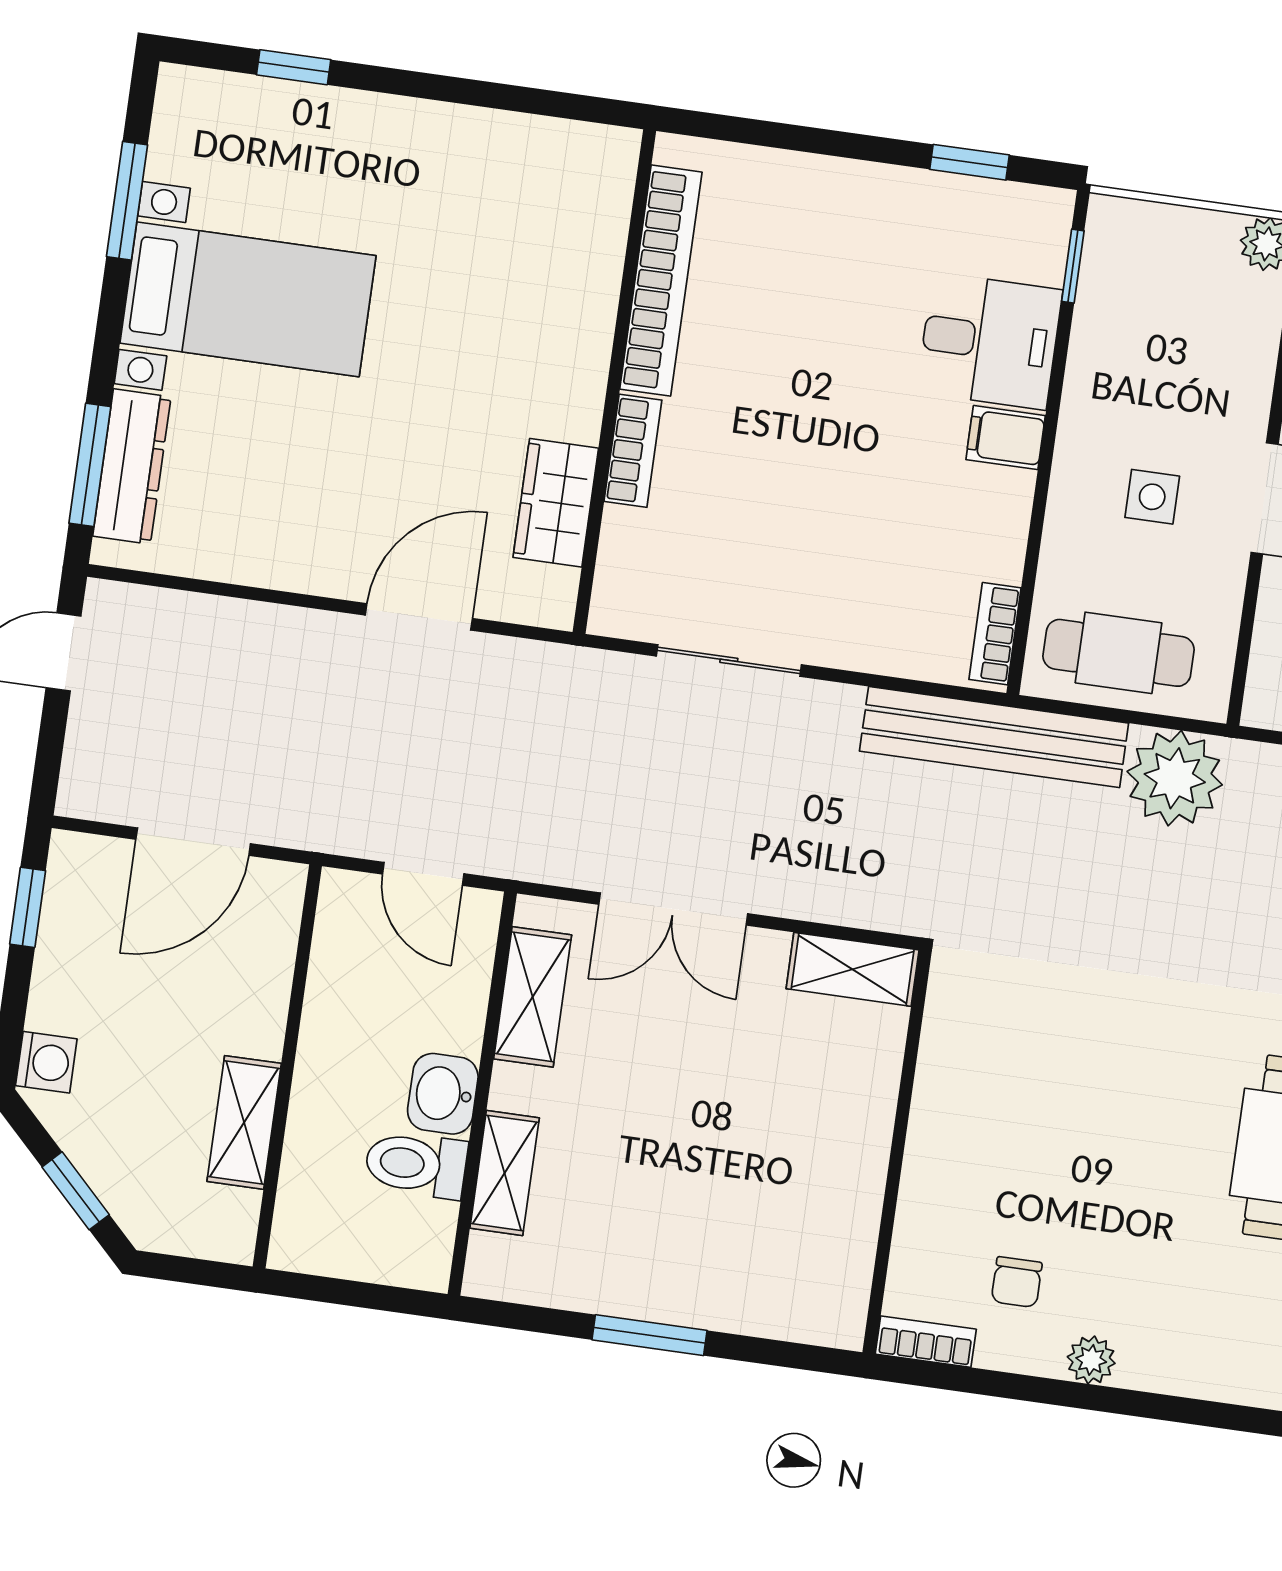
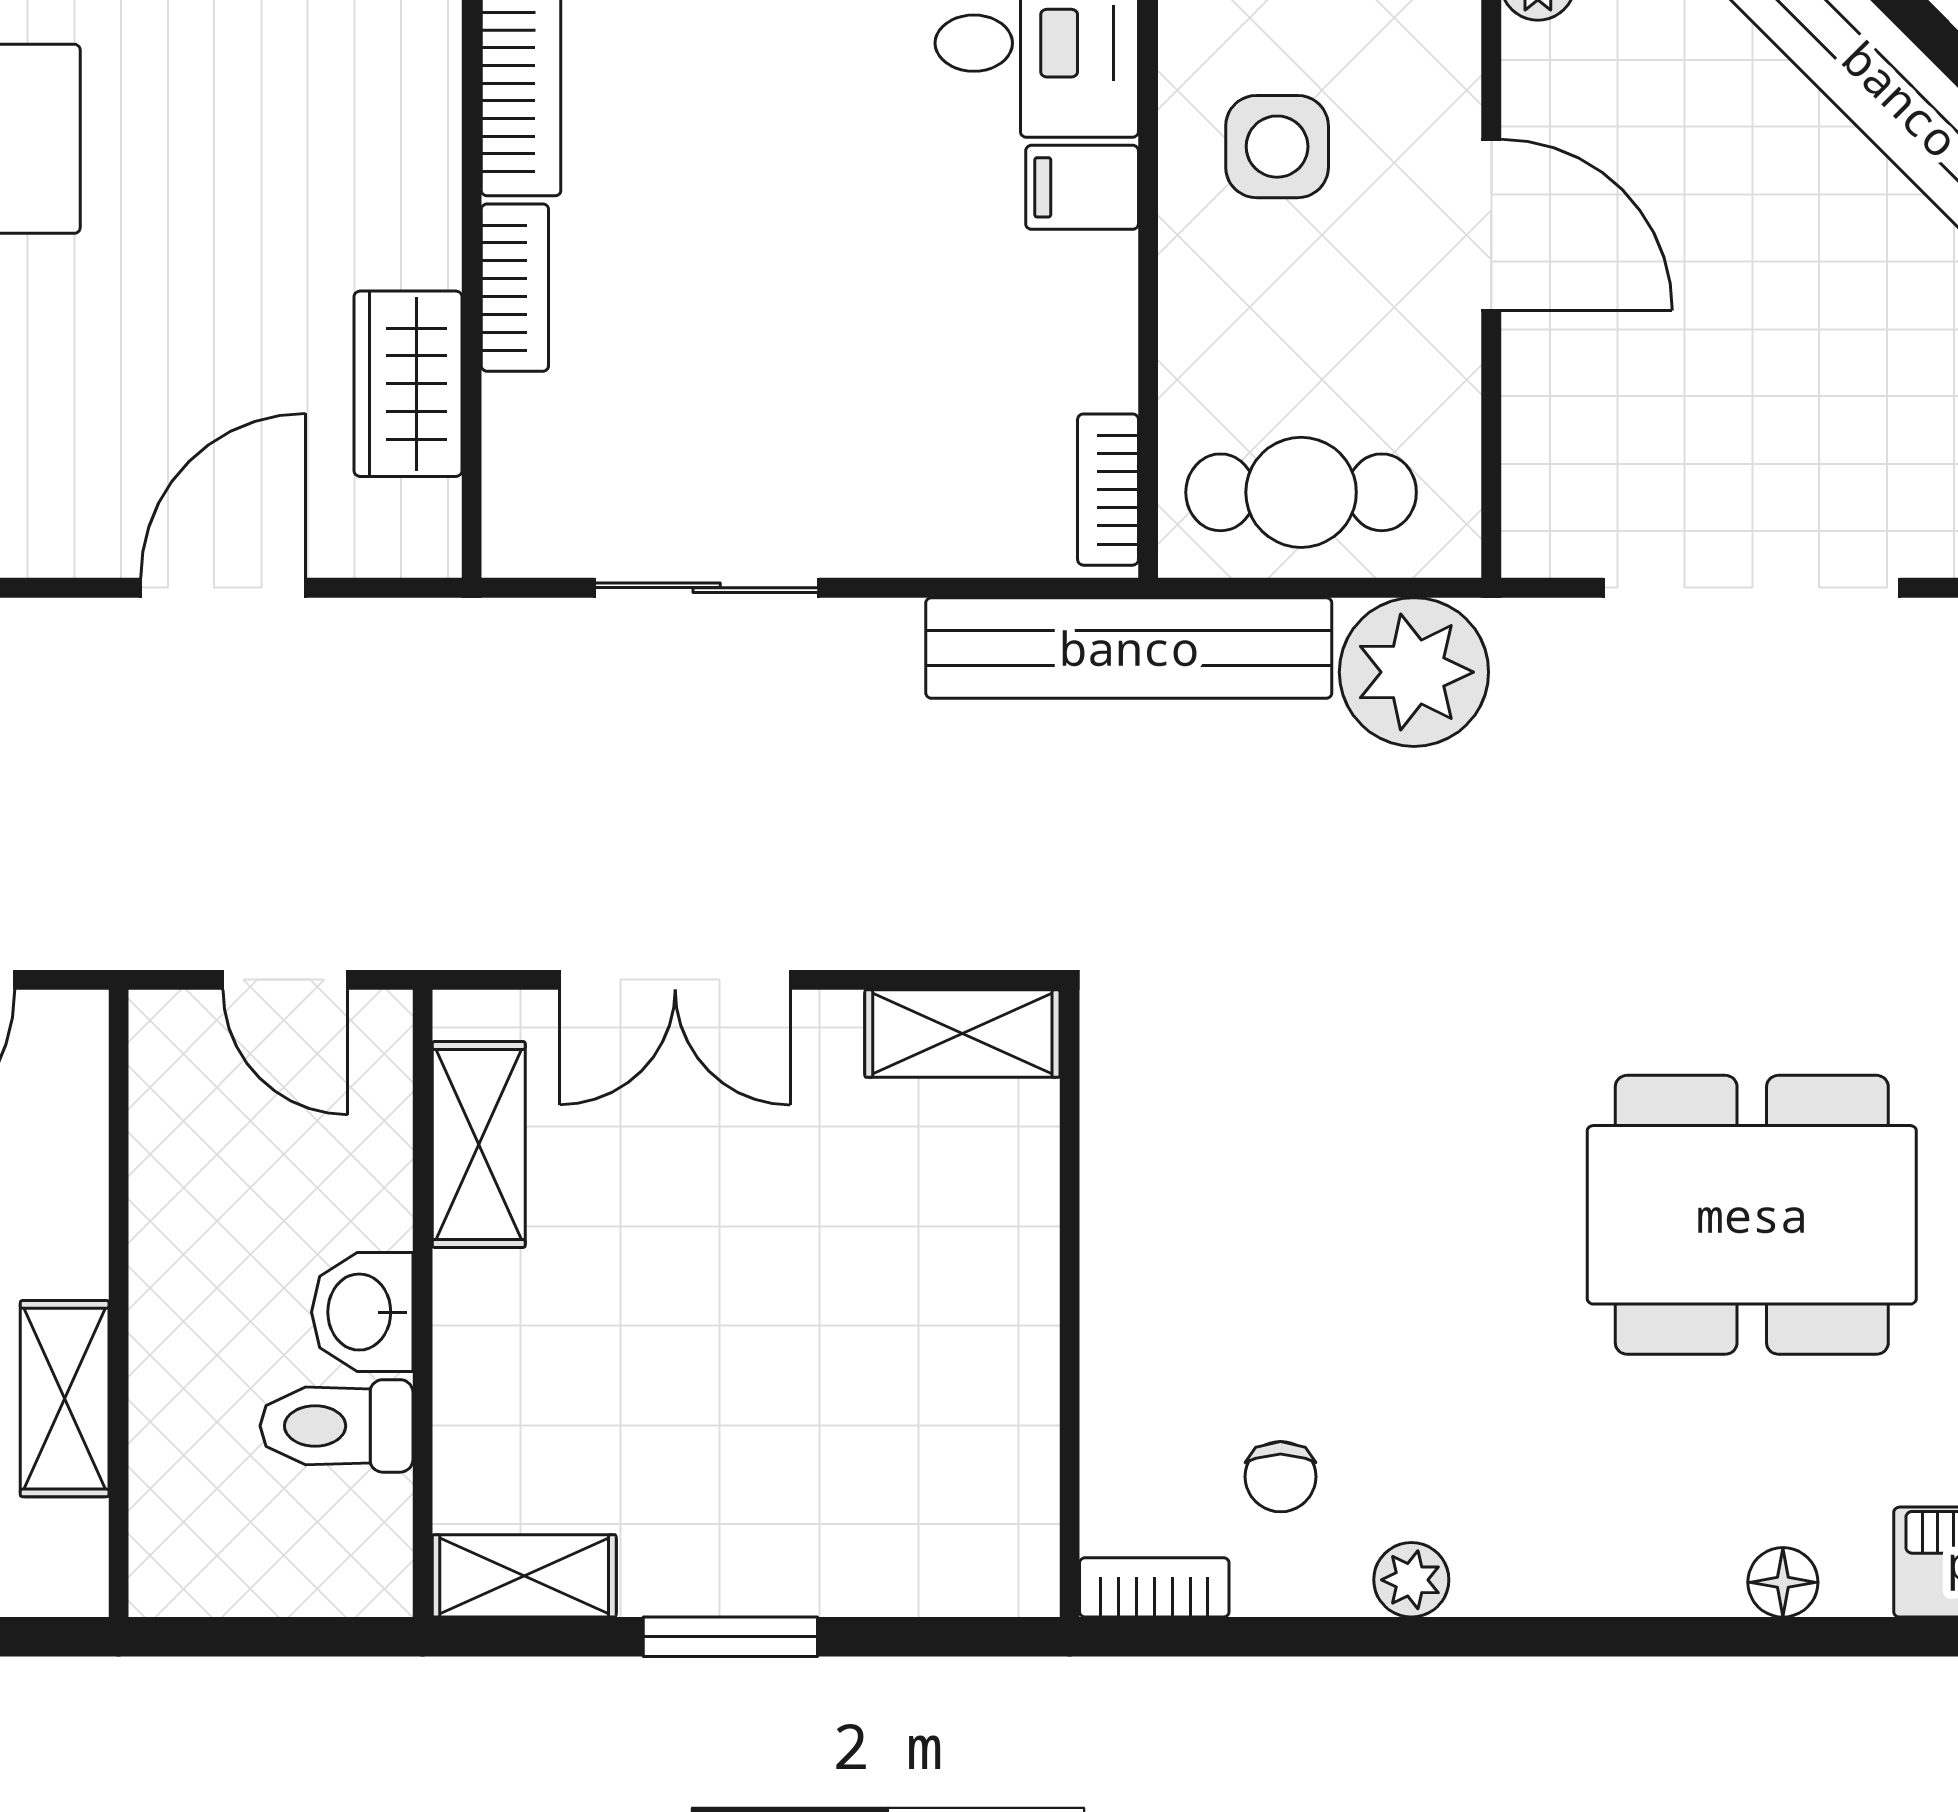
side table: (1152, 497) -> (1277, 147), moved, width x1.37, depth x1.37
shelving: (505, 1173) -> (524, 1576), moved, turned 90

